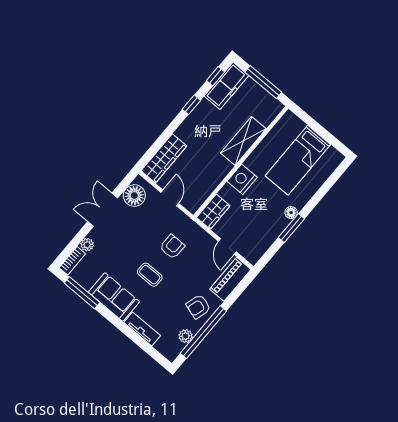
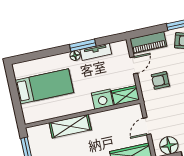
nightstand: (242, 179) -> (102, 99), moved
tv unit: (274, 231) -> (96, 52), added
armchair: (172, 247) -> (160, 80), moved

